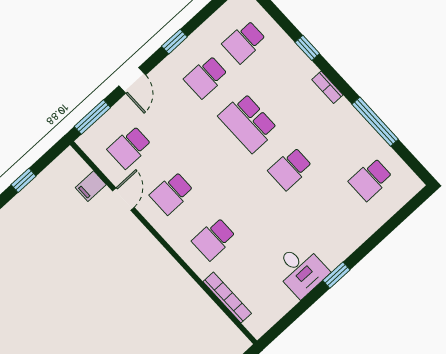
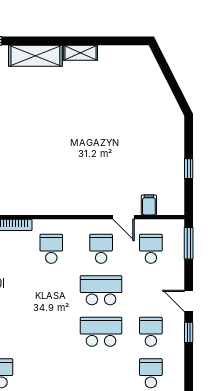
door: (132, 80) -> (189, 301), moved
school desk: (290, 169) -> (101, 290), moved, width x1.85

